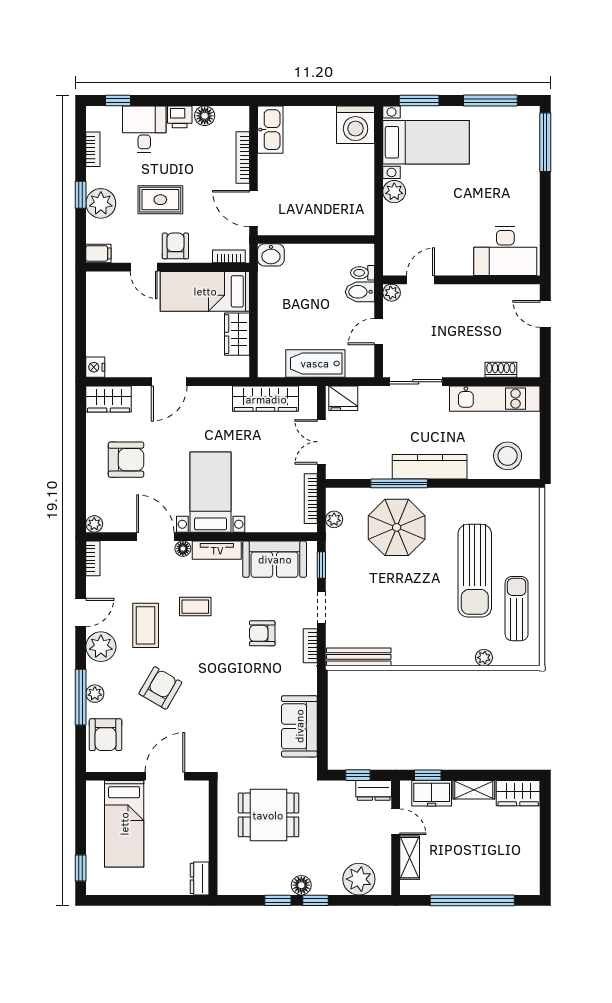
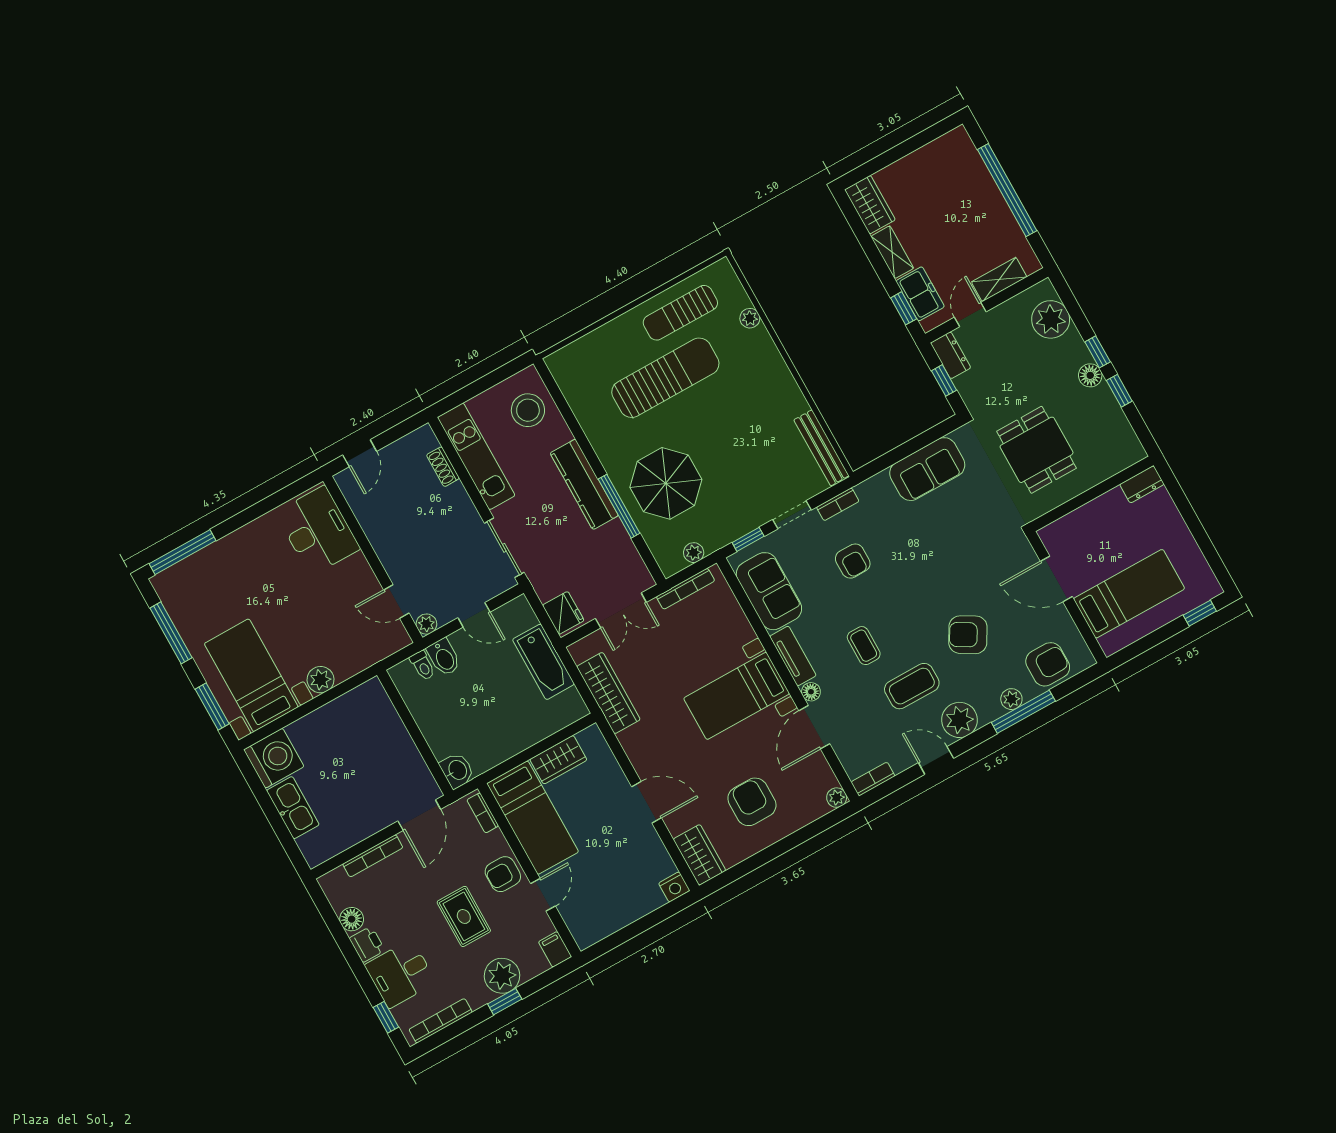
kitchen sink: (270, 130) -> (293, 808), moved, turned 90
bookcase: (93, 149) -> (441, 1021), width x1.56

